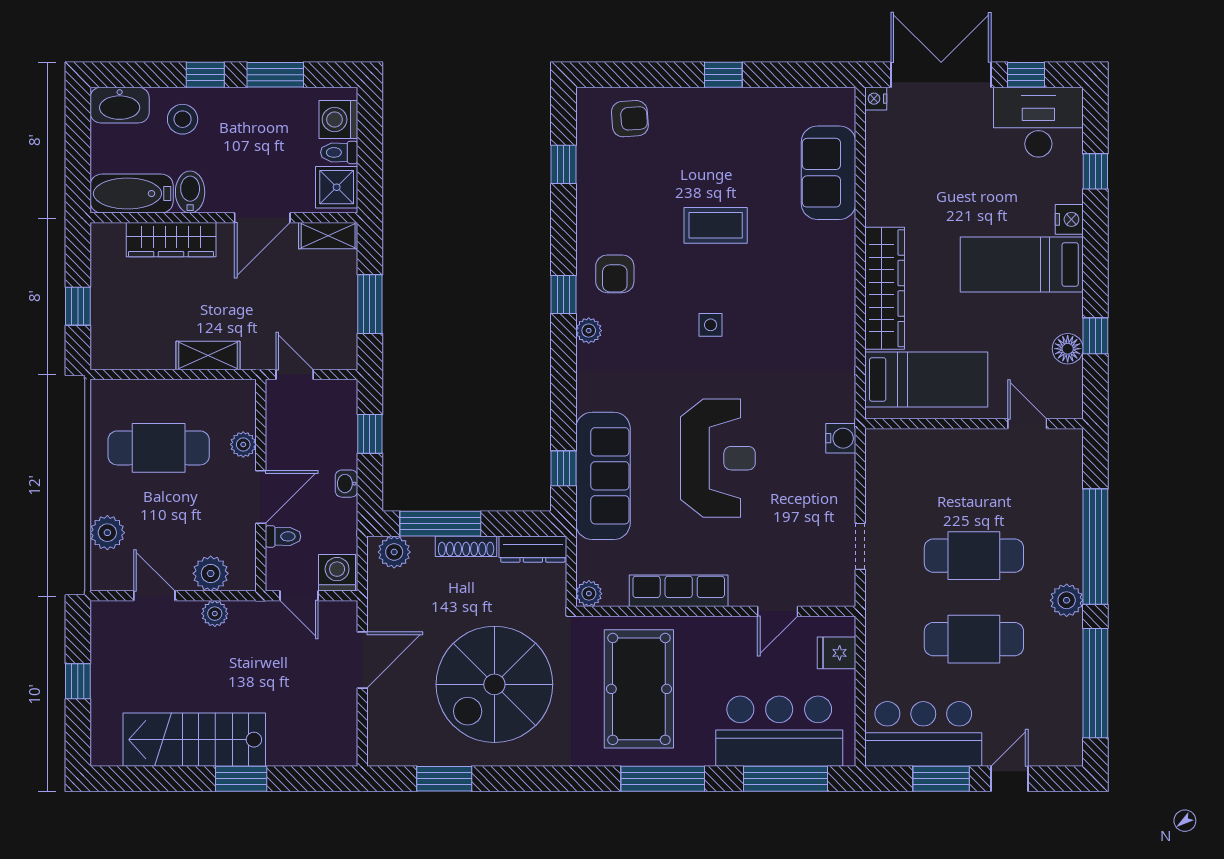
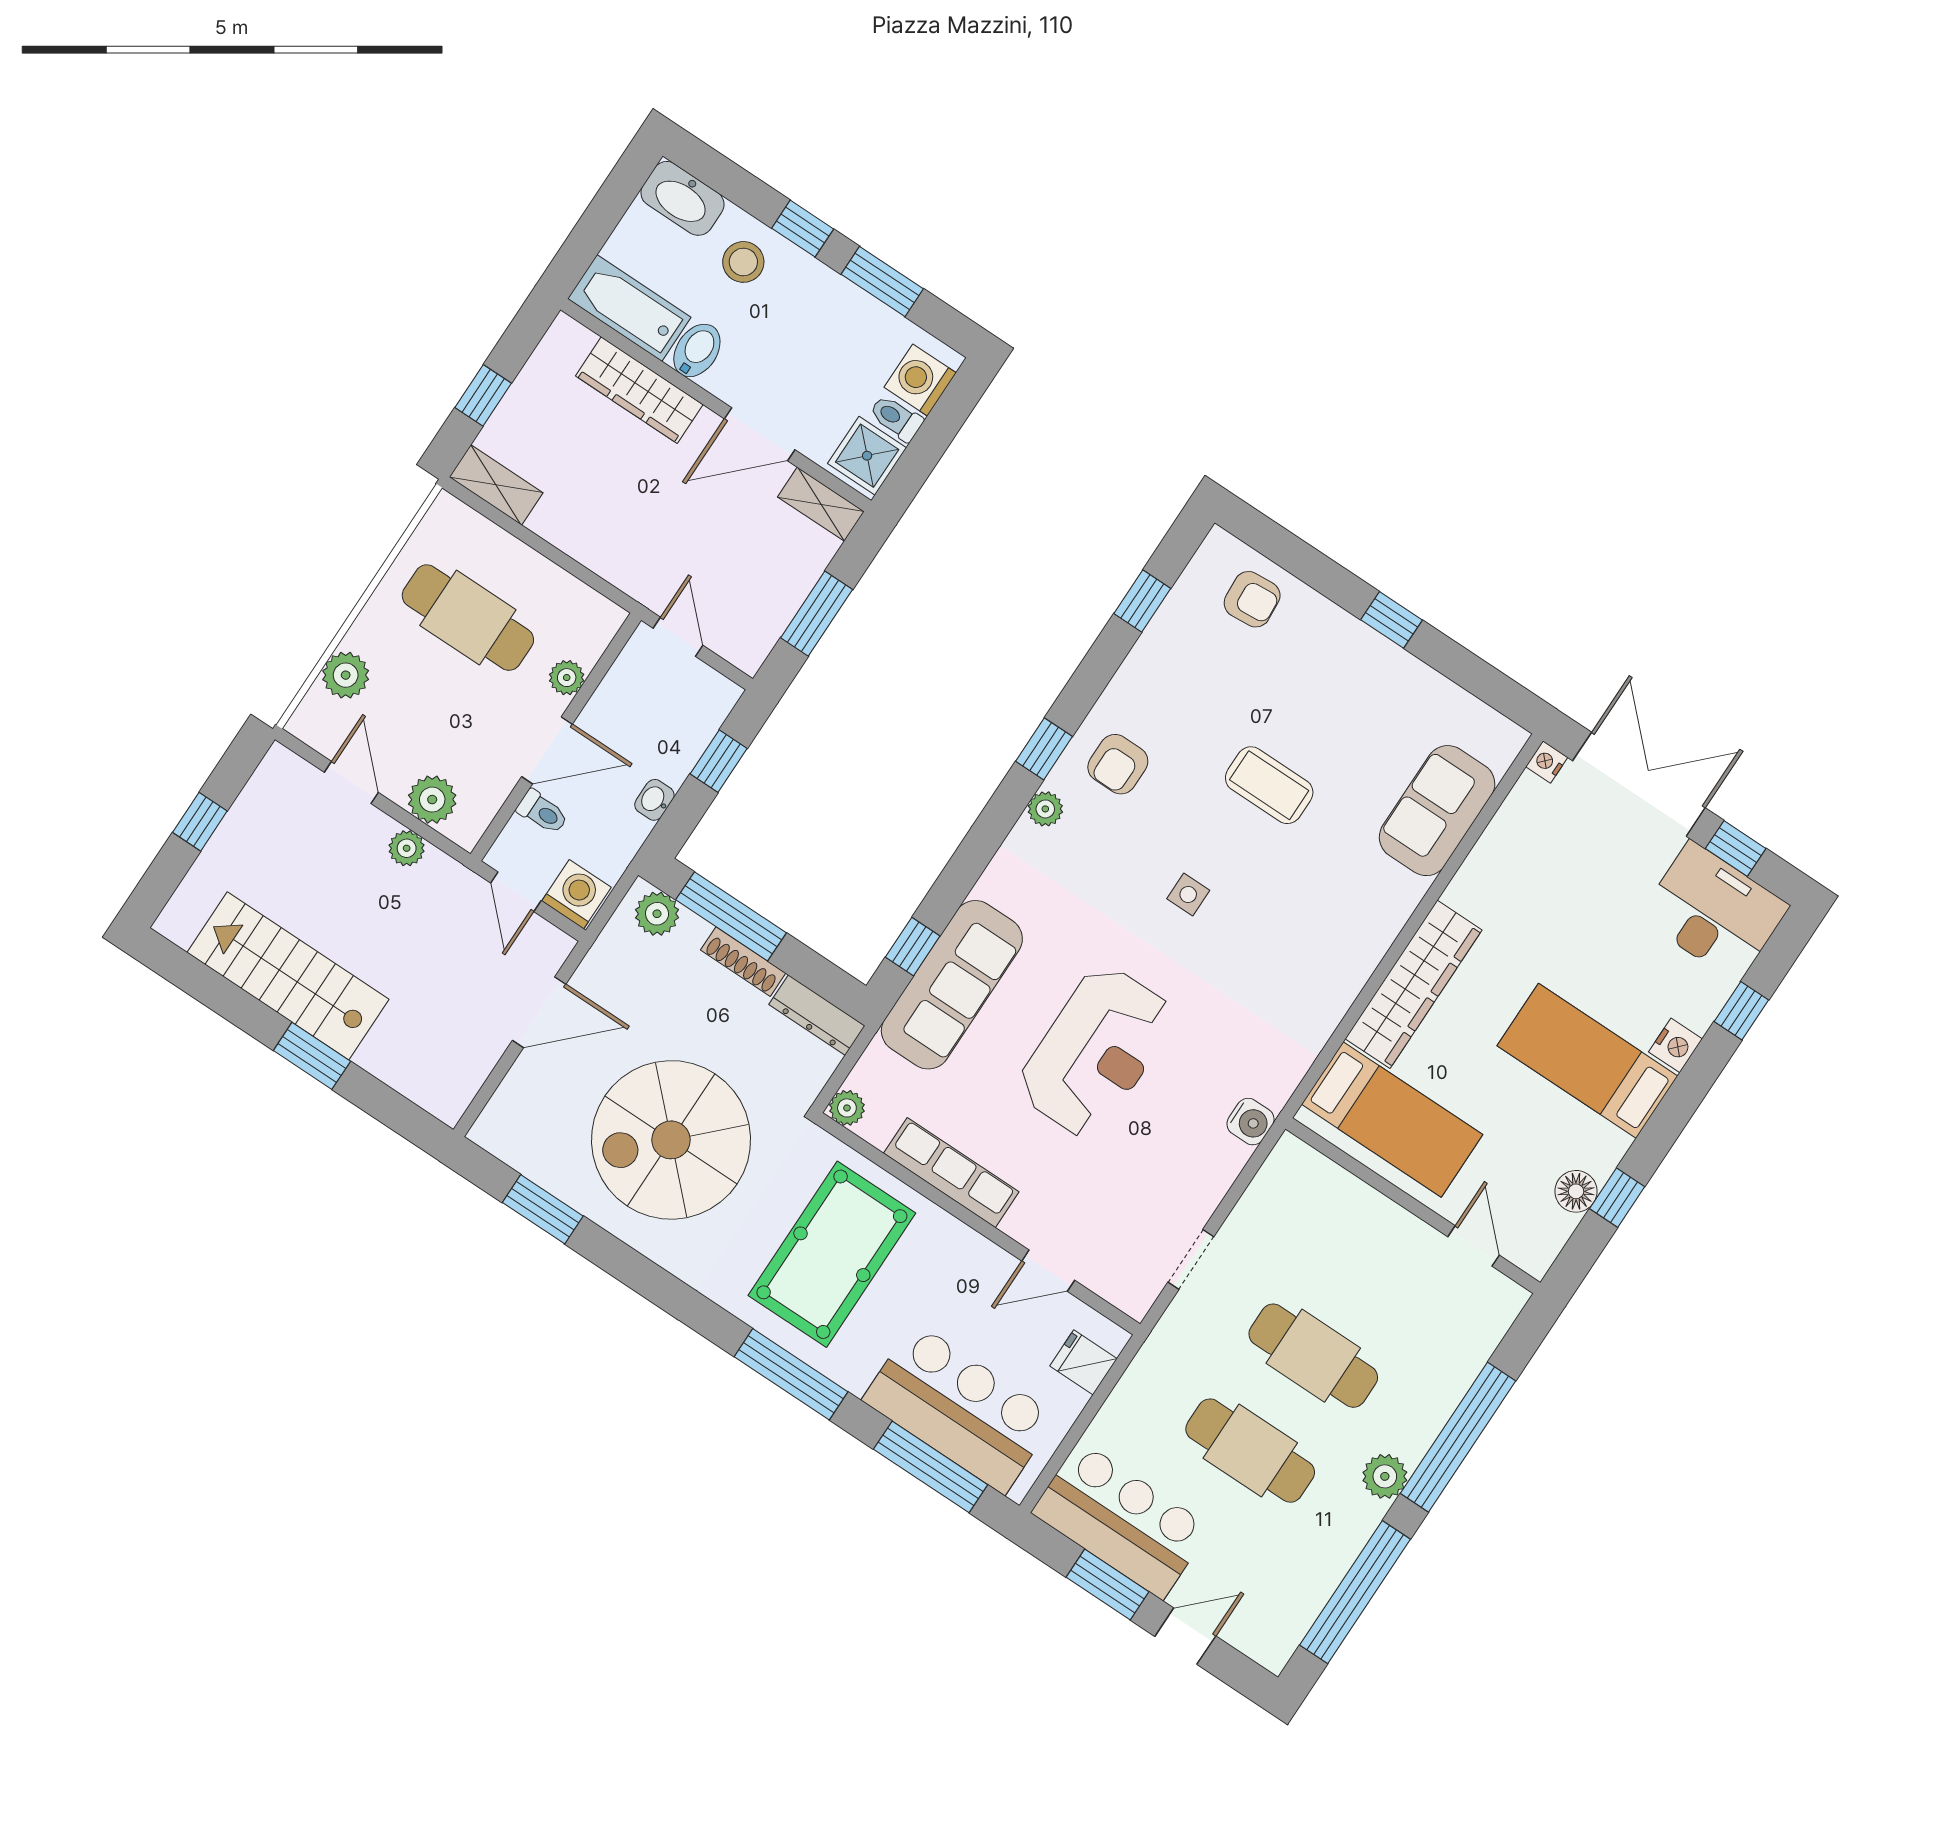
shelving: (208, 356) -> (496, 485), moved

